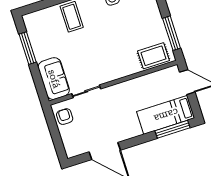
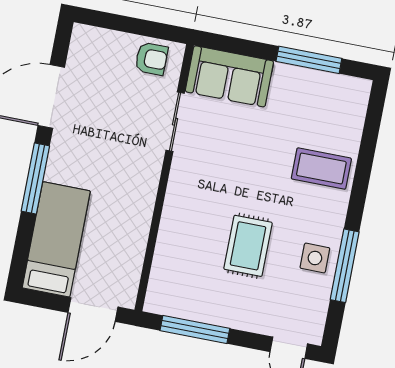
rug: (153, 56) -> (248, 246), moved
window: (173, 129) -> (35, 179), moved

